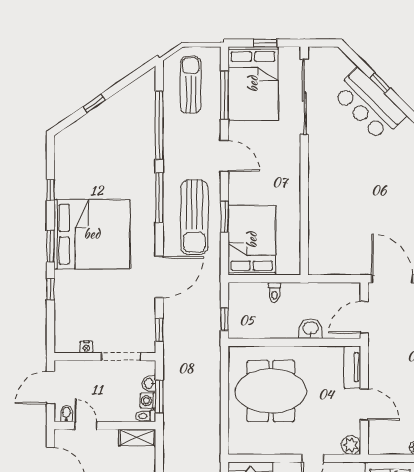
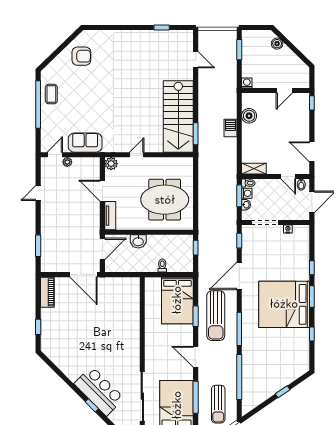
sun lounger: (194, 217) -> (216, 316), turned 180

